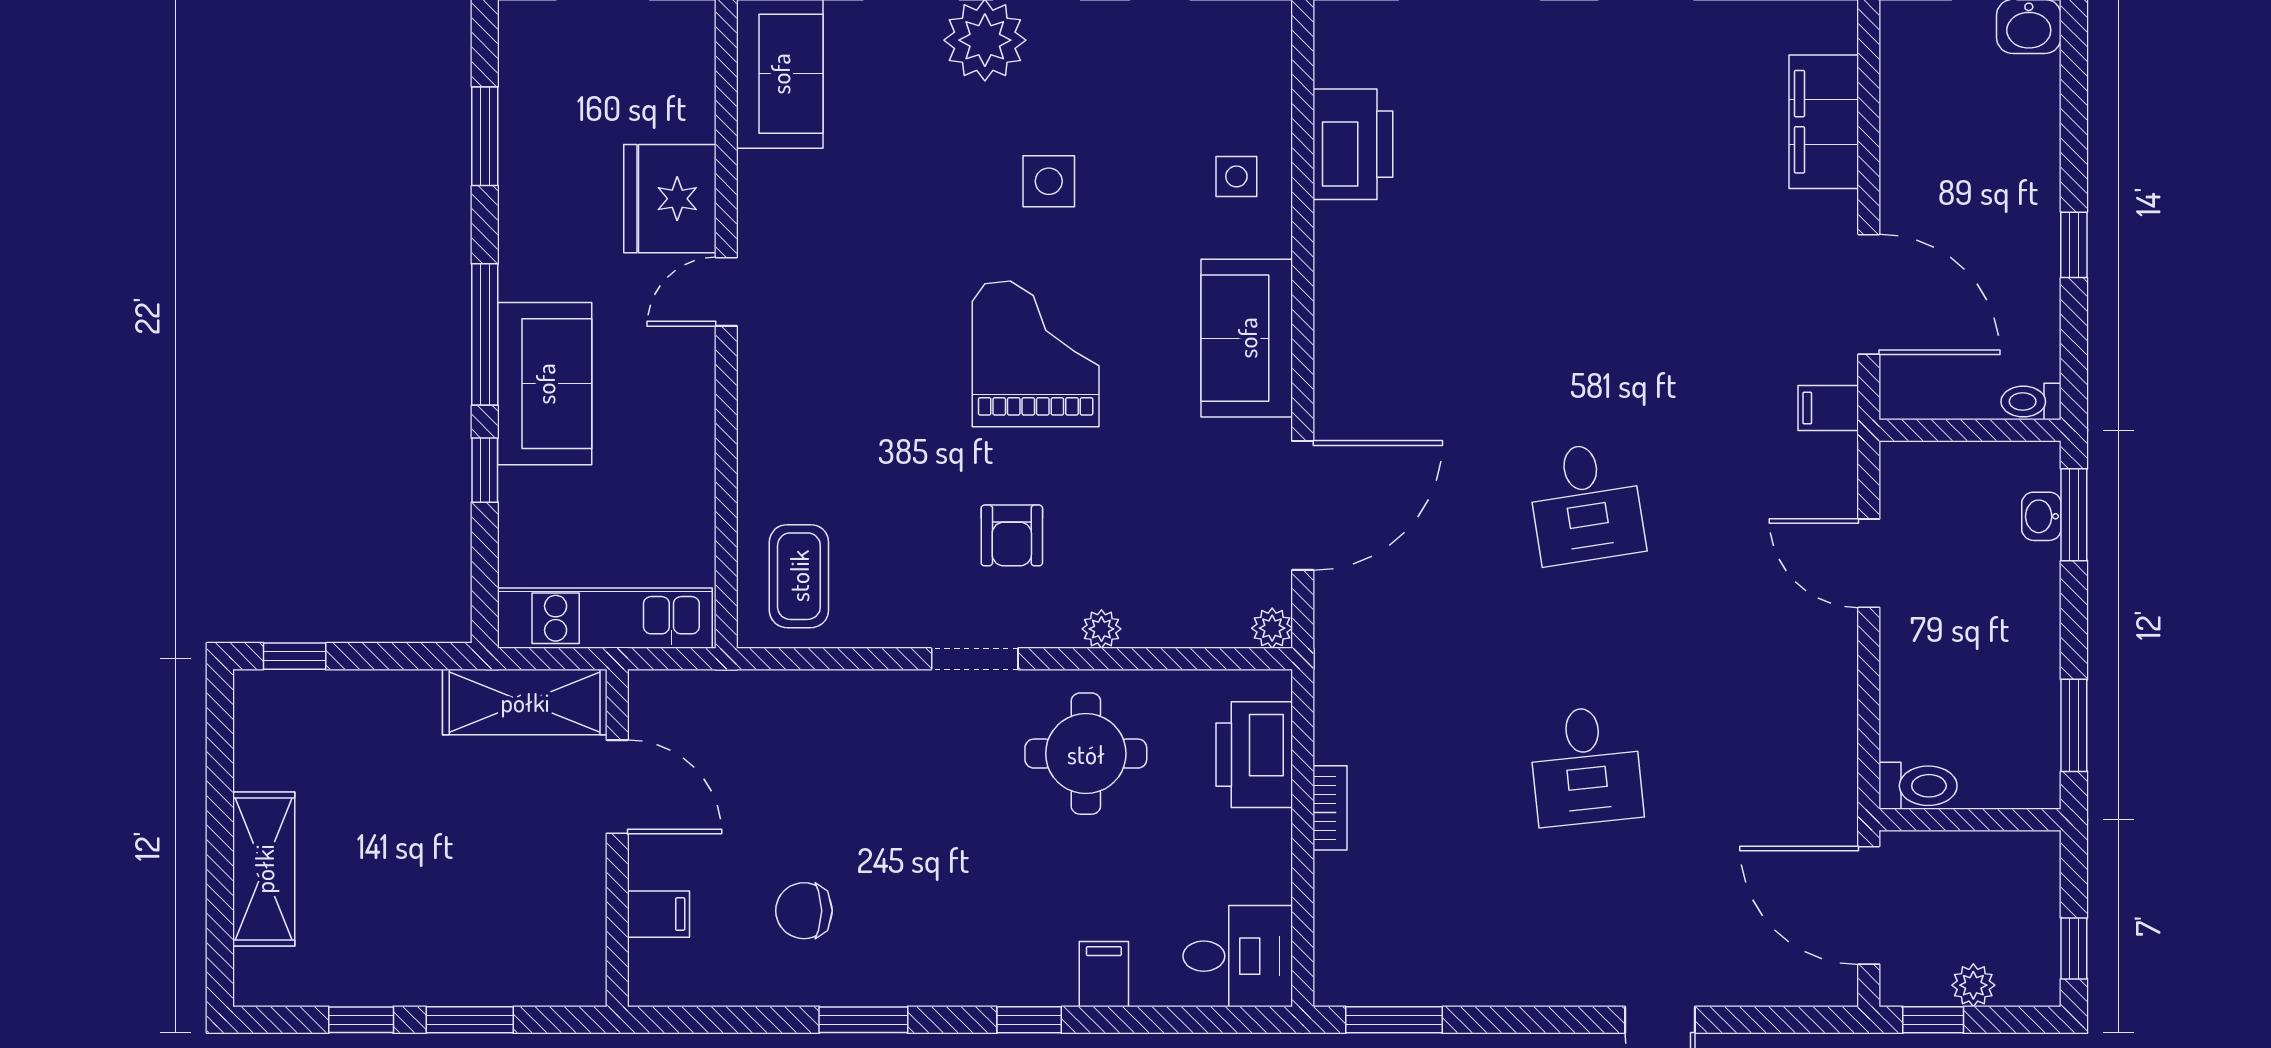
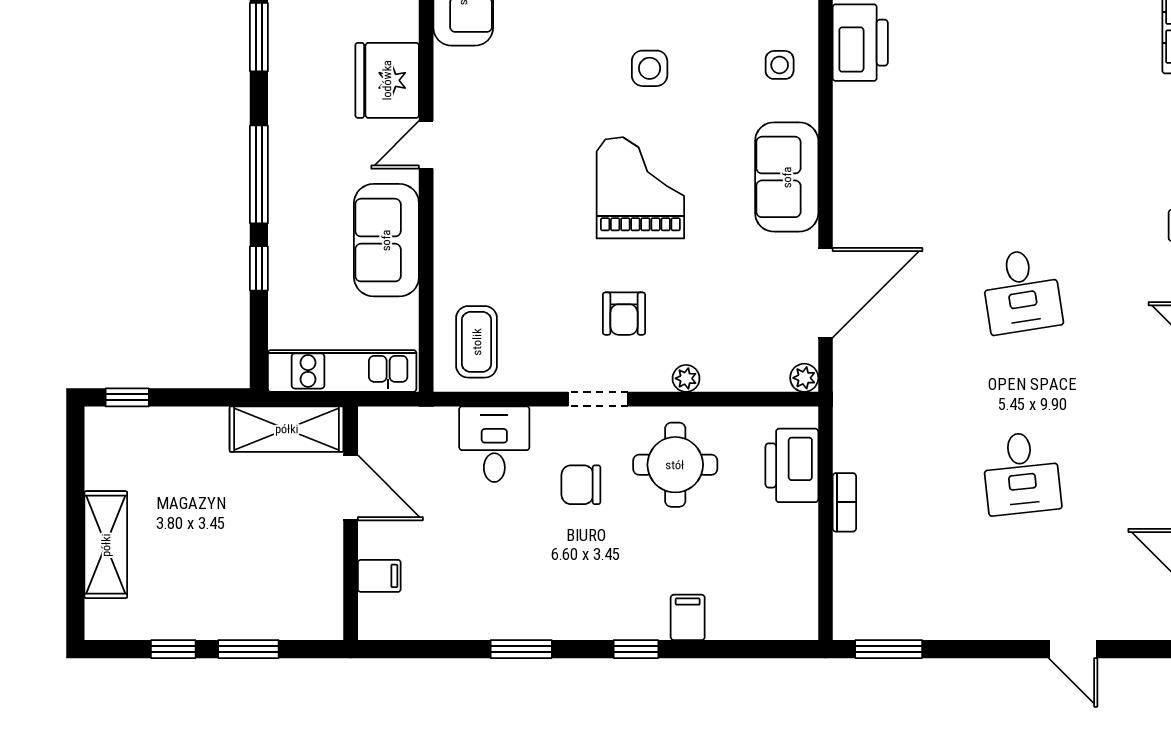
sofa: (545, 384) -> (386, 240), moved, turned 180
chair: (804, 911) -> (581, 485), moved
desk: (1238, 956) -> (494, 444), moved, turned -90

